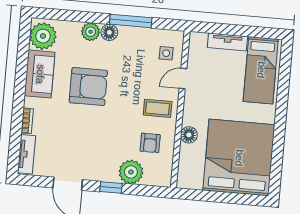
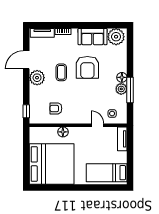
plant: (91, 32) -> (121, 89), moved
tv unit: (227, 42) -> (122, 139), moved
coffee table: (158, 108) -> (61, 72), moved
plant: (131, 172) -> (37, 78), moved
window: (111, 188) -> (26, 111), moved

